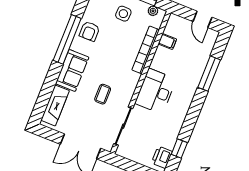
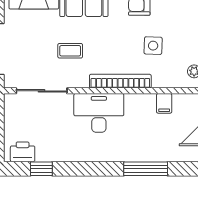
side table: (123, 14) -> (153, 46), moved
bookcase: (146, 50) -> (120, 81), moved

